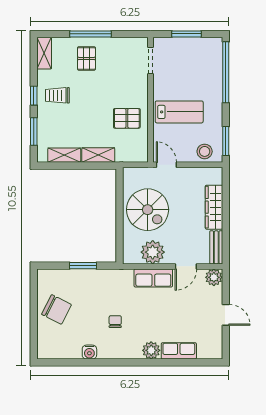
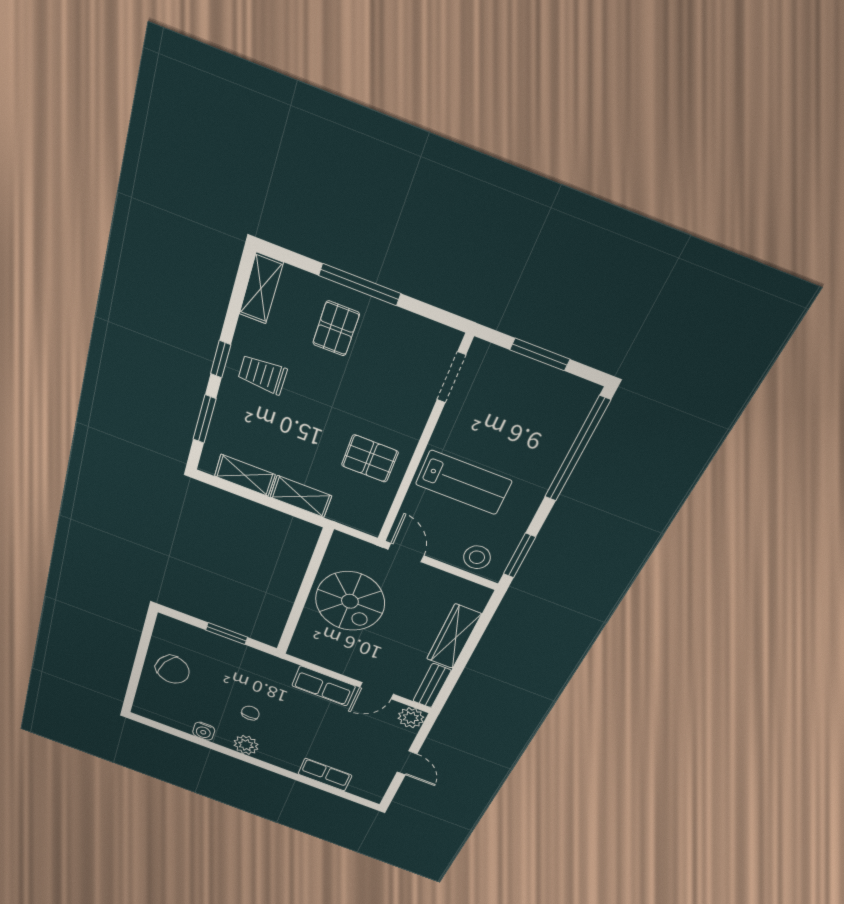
plant: (153, 252) -> (335, 656), removed
plant: (151, 350) -> (246, 745), moved

